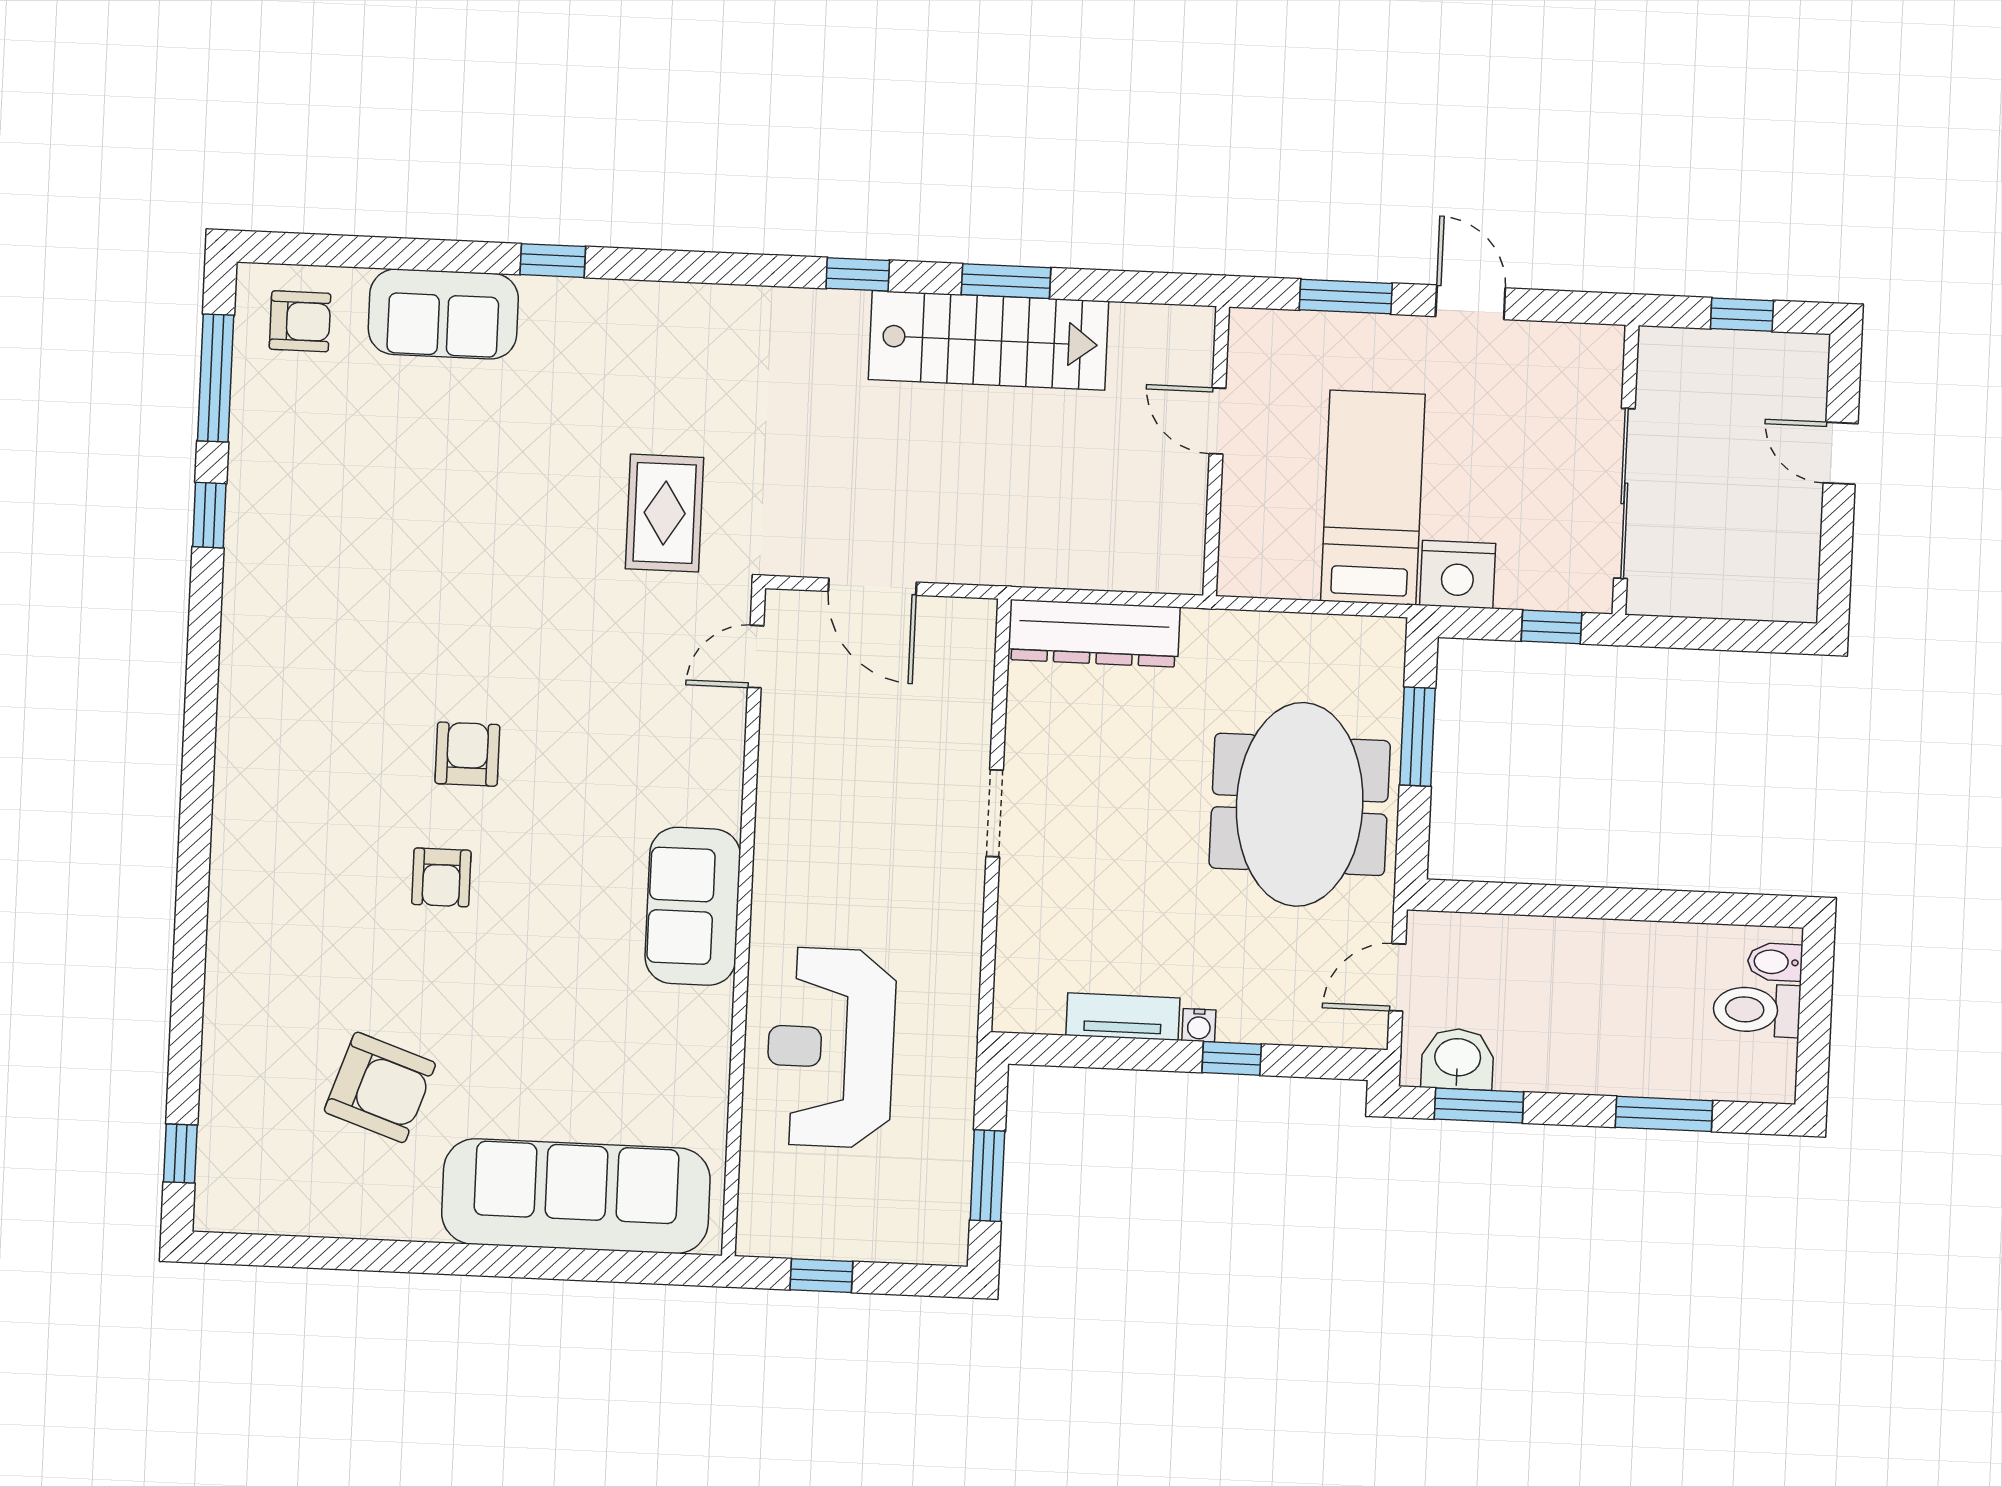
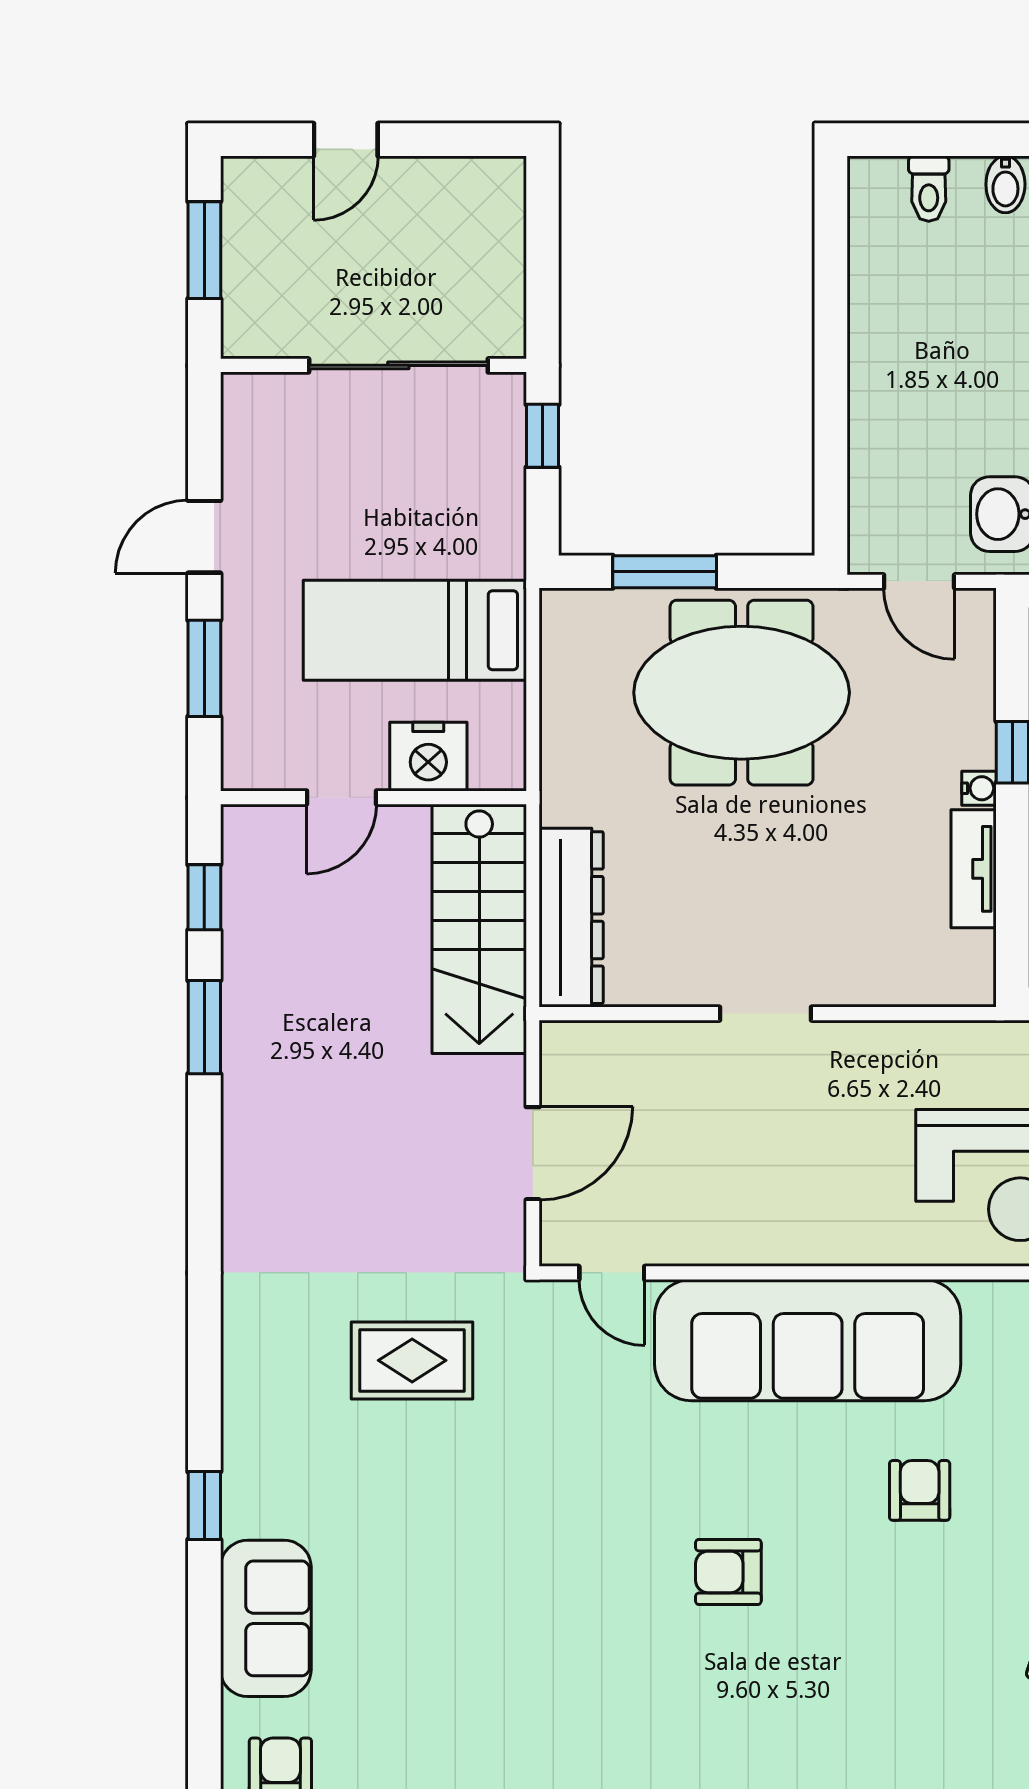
window: (858, 274) -> (204, 897), moved
window: (1742, 315) -> (204, 250), width x1.50
stairs: (989, 340) -> (479, 929), moved, turned 180
rug: (665, 513) -> (412, 1360), moved
nightstand: (1458, 574) -> (428, 757), moved, turned 90
armchair: (441, 877) -> (920, 1490), moved, turned -90
sofa: (693, 906) -> (808, 1340), width x1.85, depth x1.27
bidet: (1775, 962) -> (1005, 184), moved
toilet: (1757, 1010) -> (929, 189), width x0.73, depth x0.72

